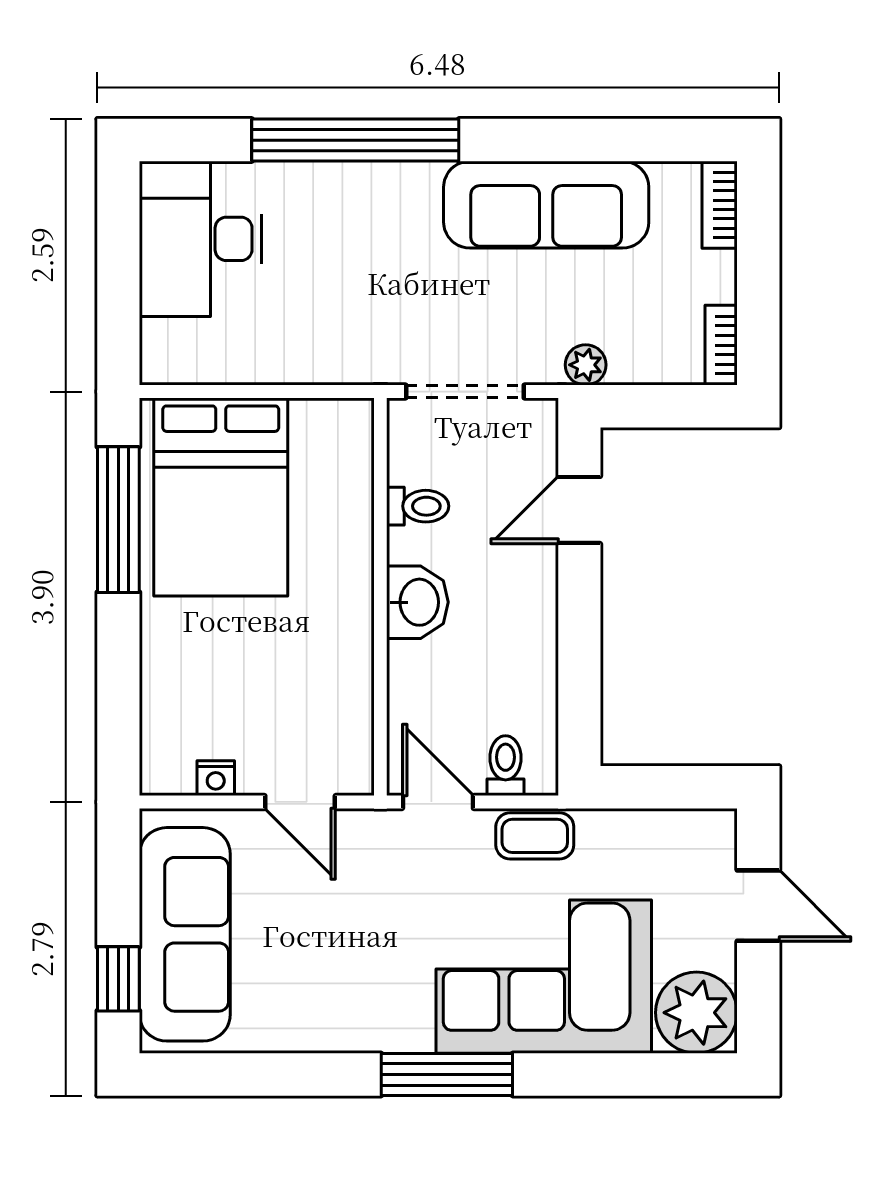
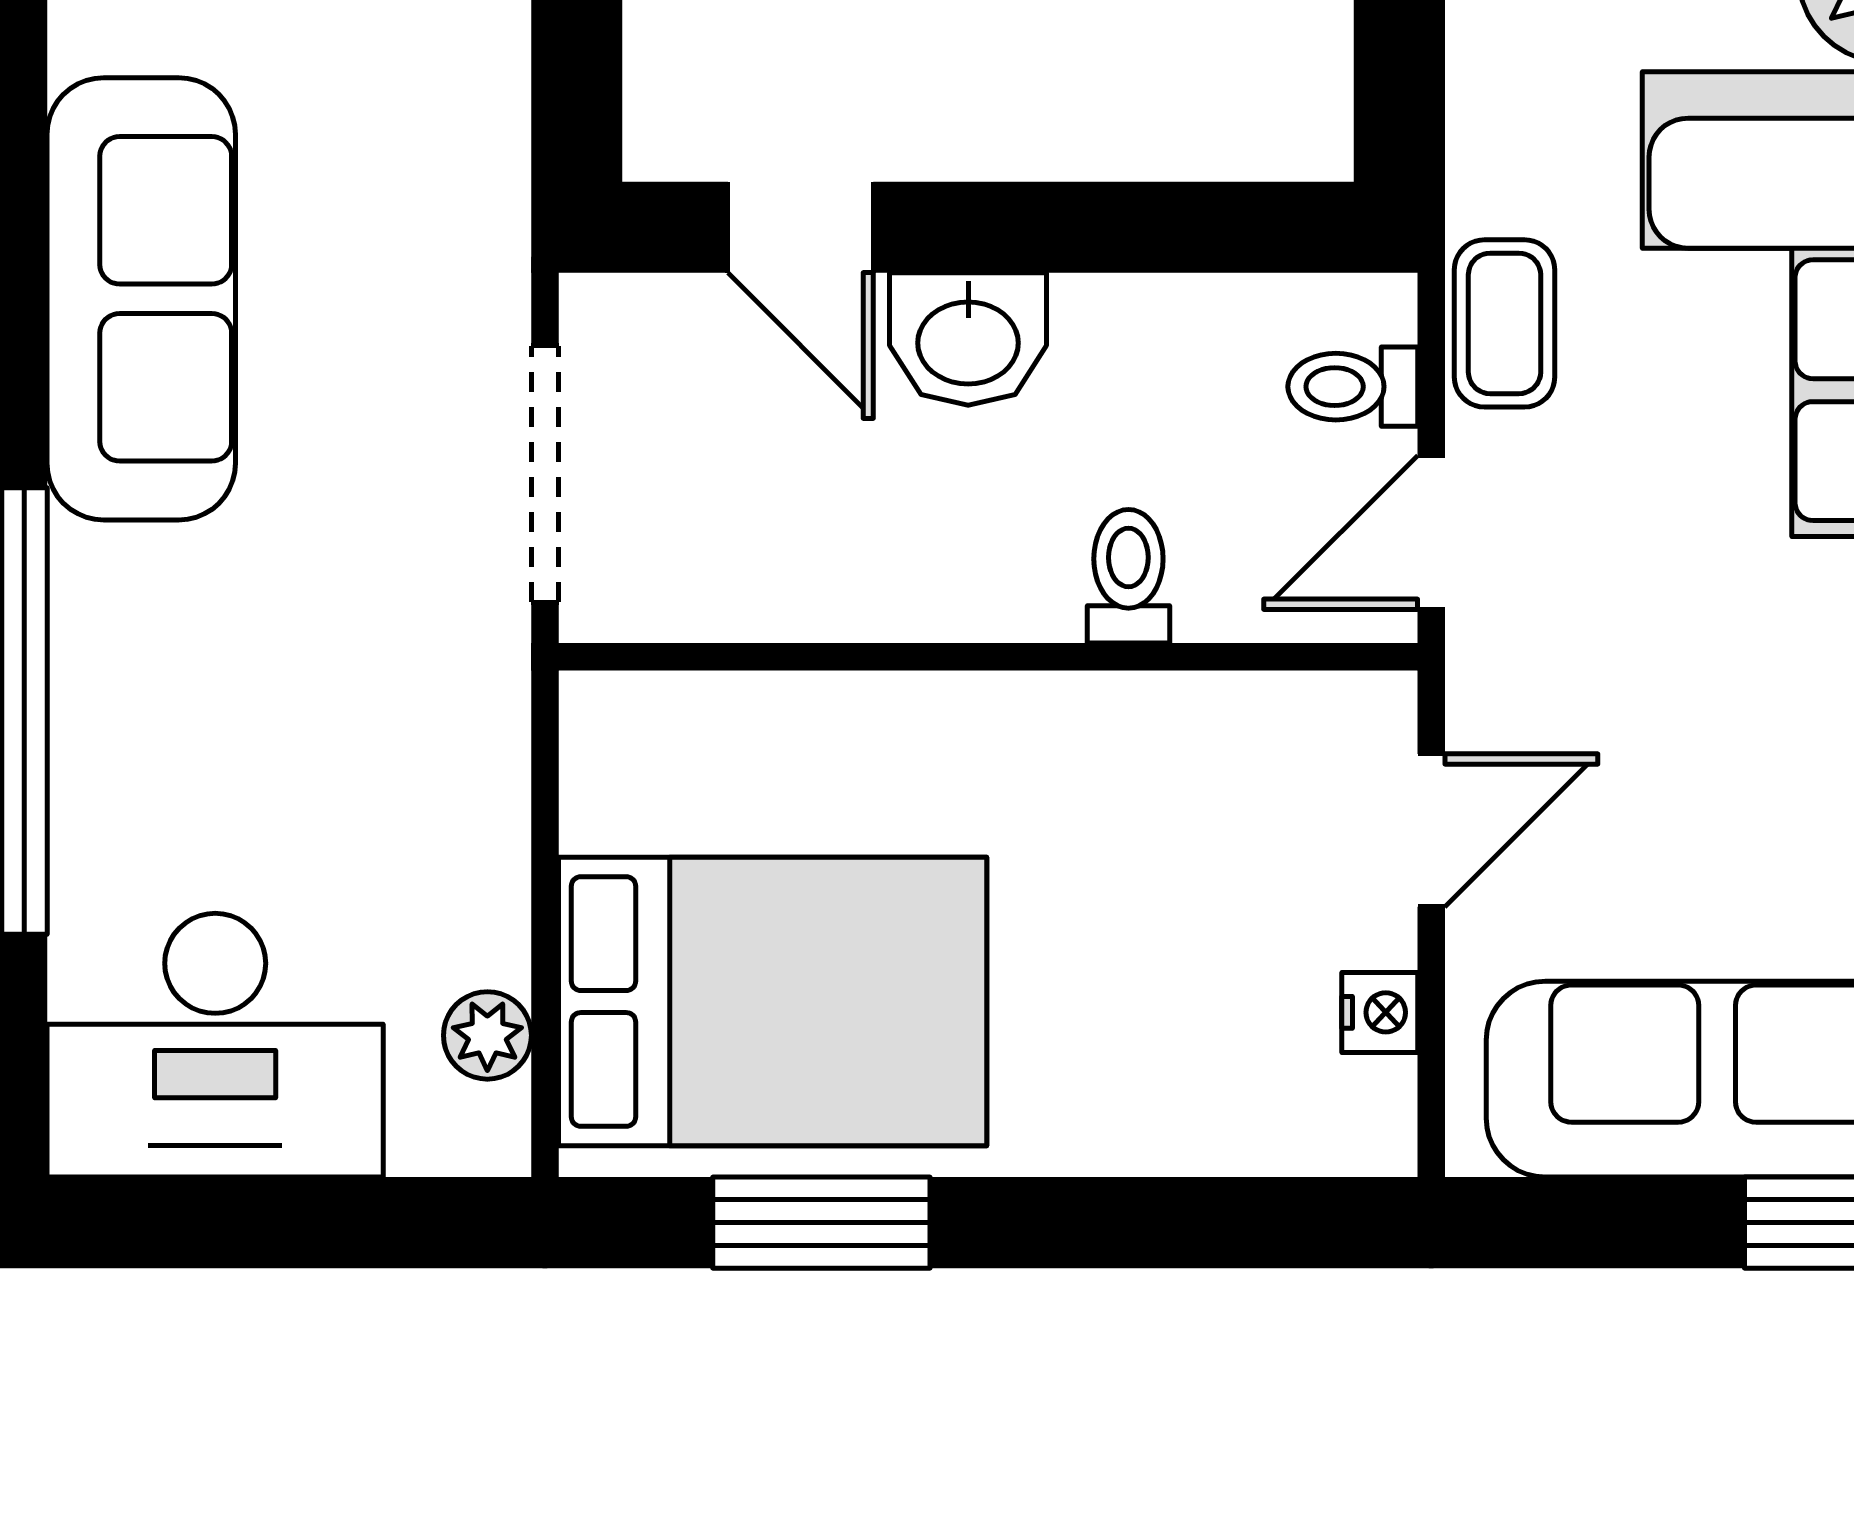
plant: (586, 365) -> (487, 1035), moved
toilet: (418, 506) -> (1128, 576), moved
window: (118, 520) -> (821, 1223), width x0.69
washbasin: (417, 602) -> (968, 339), moved, turned 180

